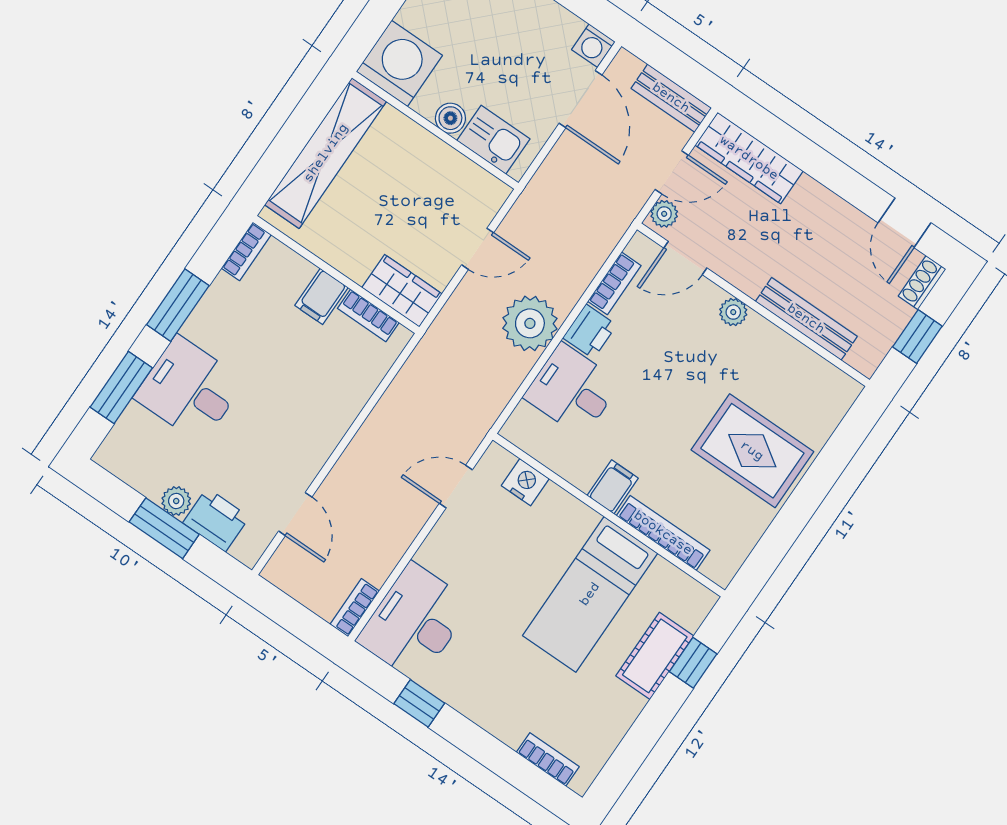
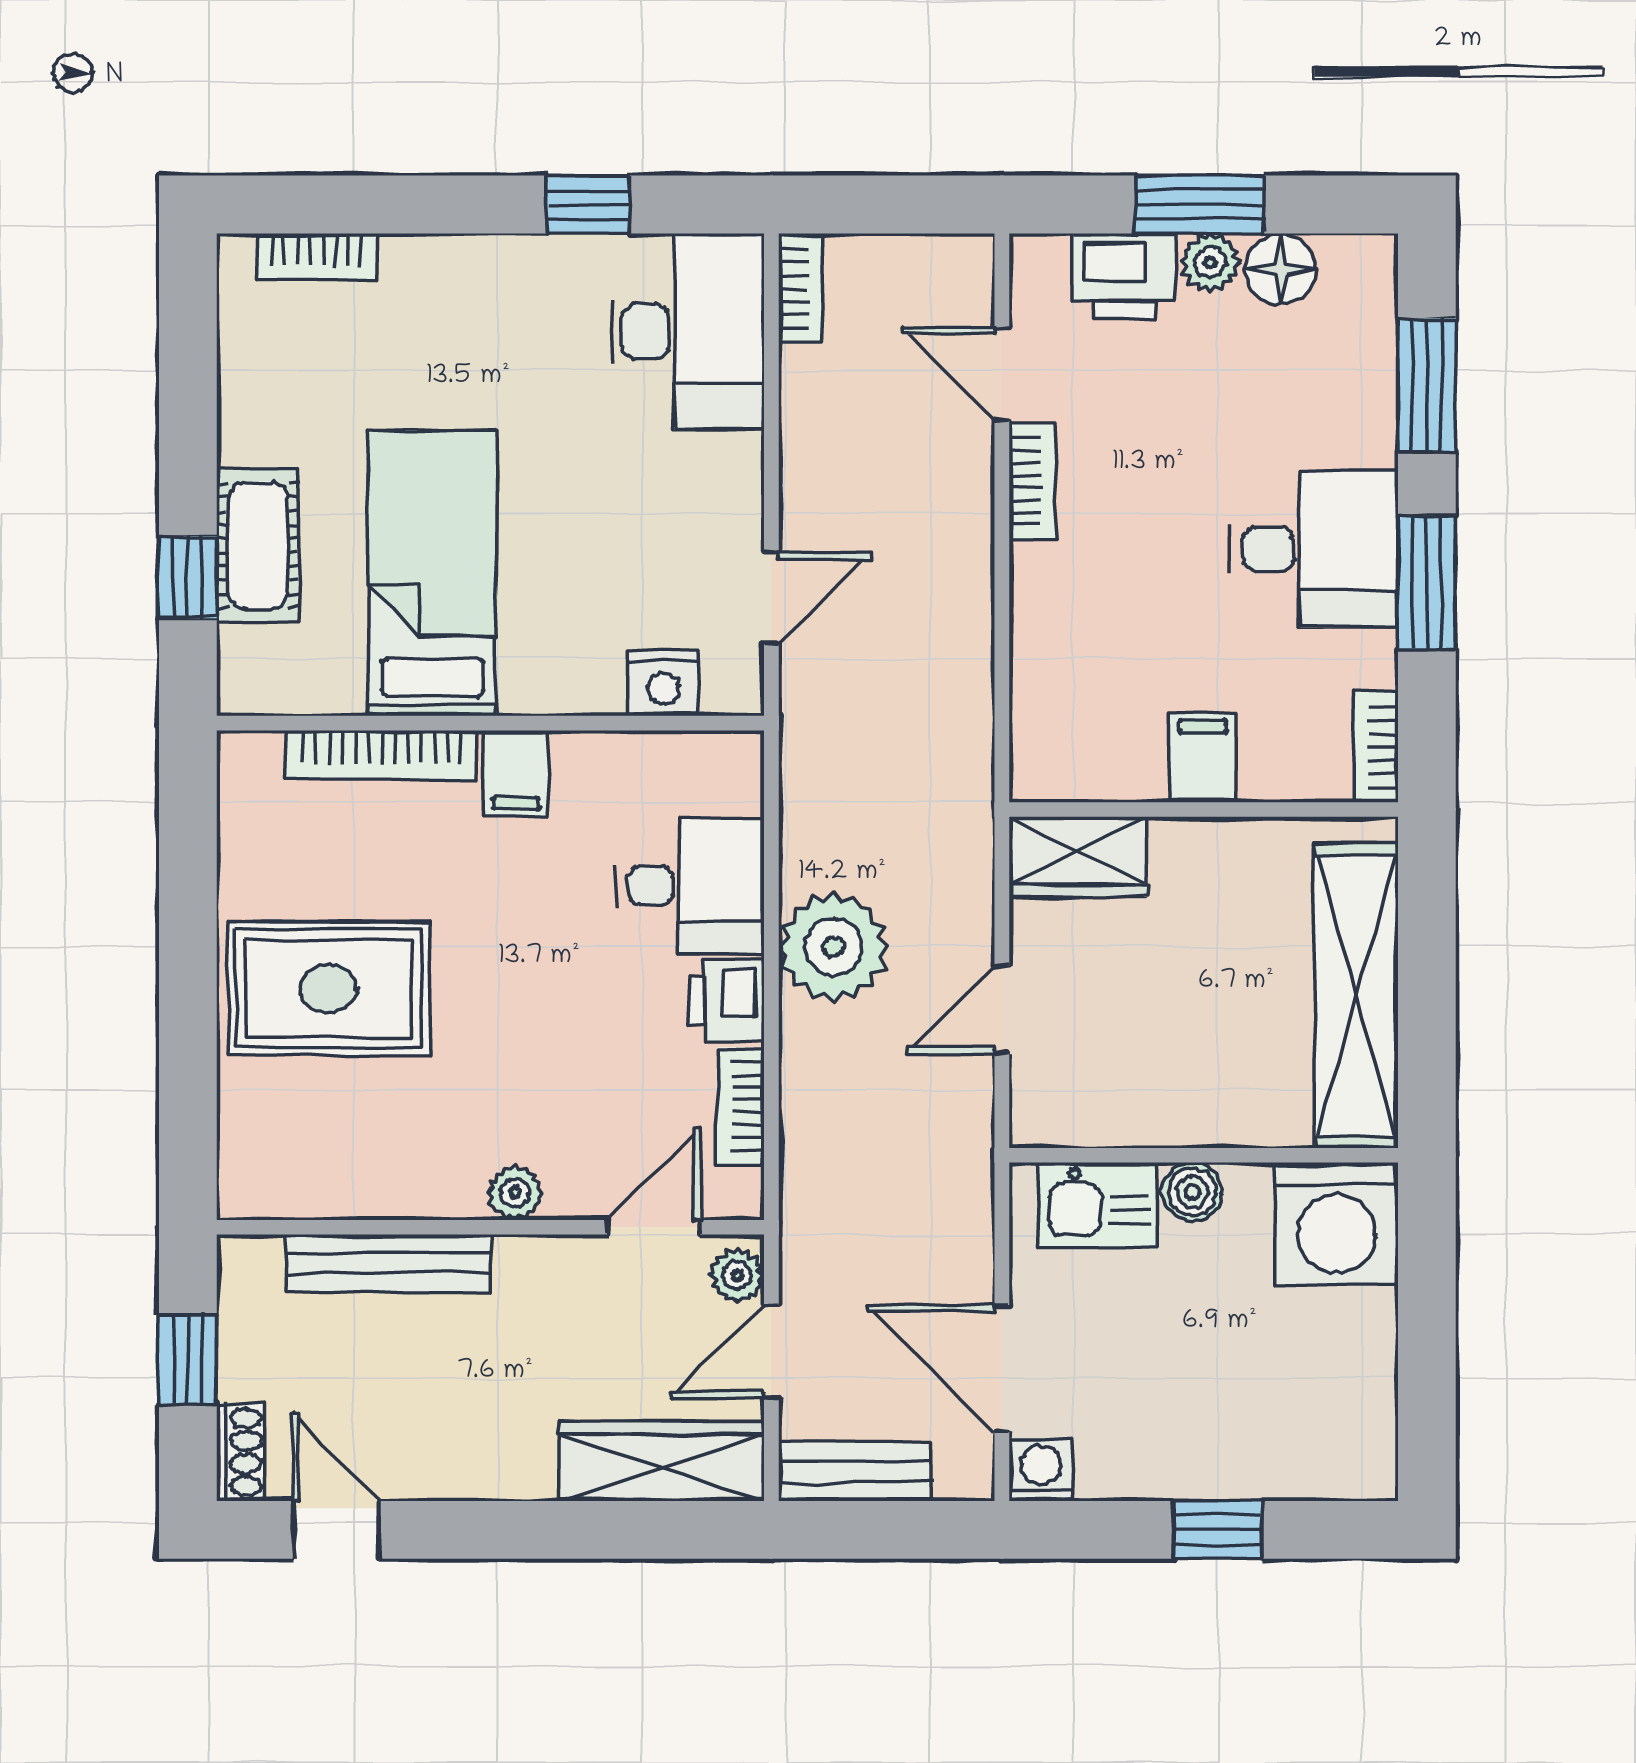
bookcase: (368, 315) -> (1032, 481), moved, turned 90
desk: (189, 389) -> (1314, 549), moved
floor lamp: (149, 478) -> (1281, 269), added

